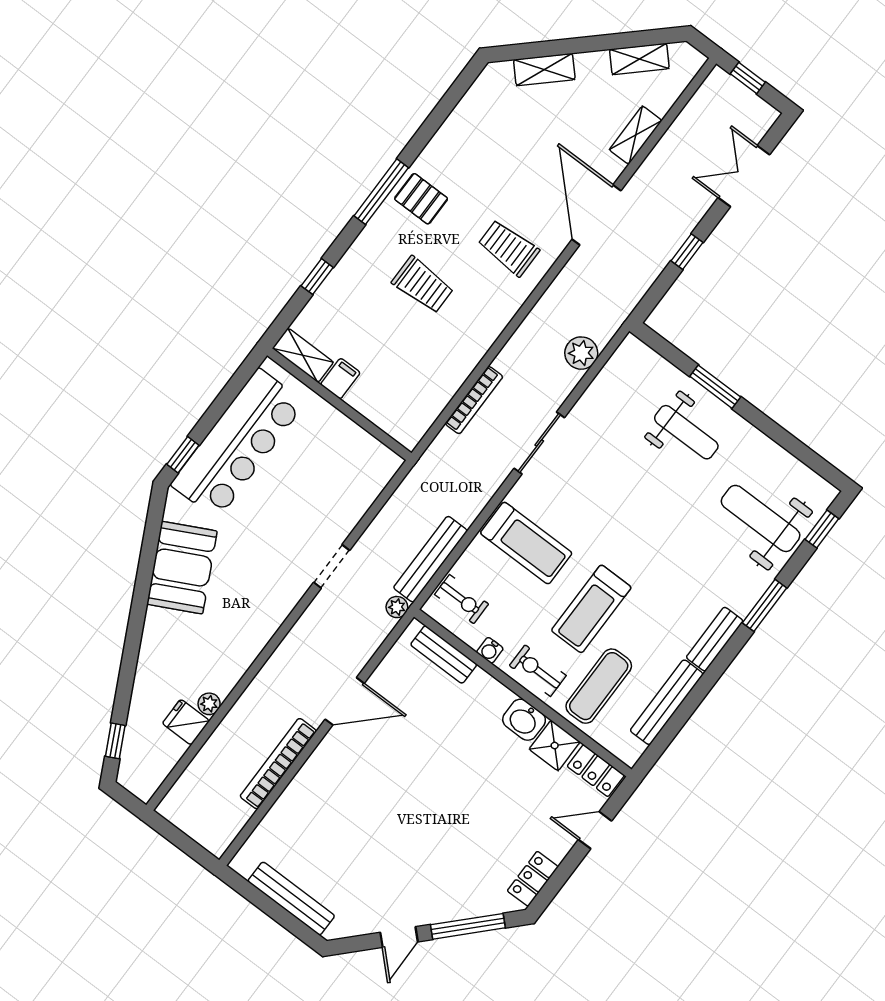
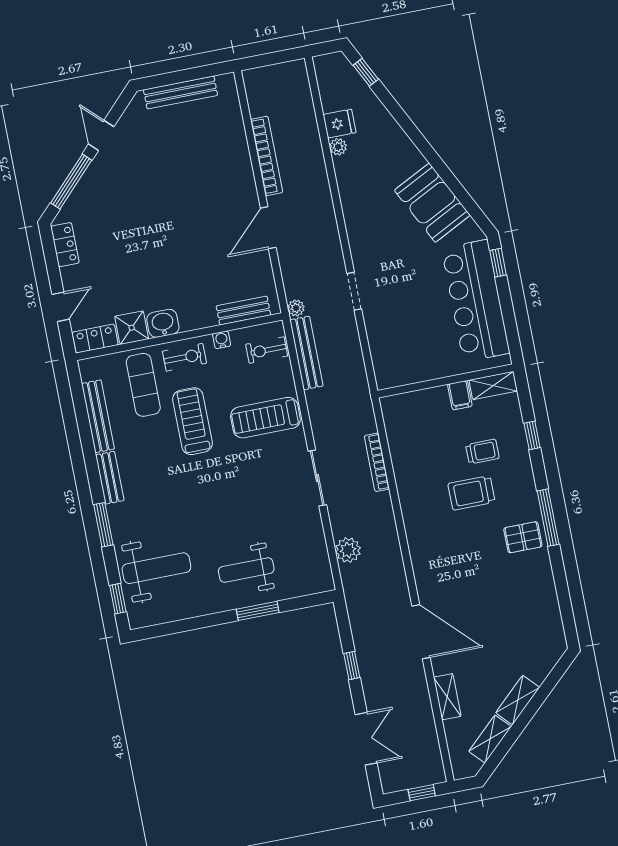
shelving: (544, 70) -> (518, 700), moved
trolley: (509, 248) -> (482, 452), moved, width x0.73, depth x0.72

